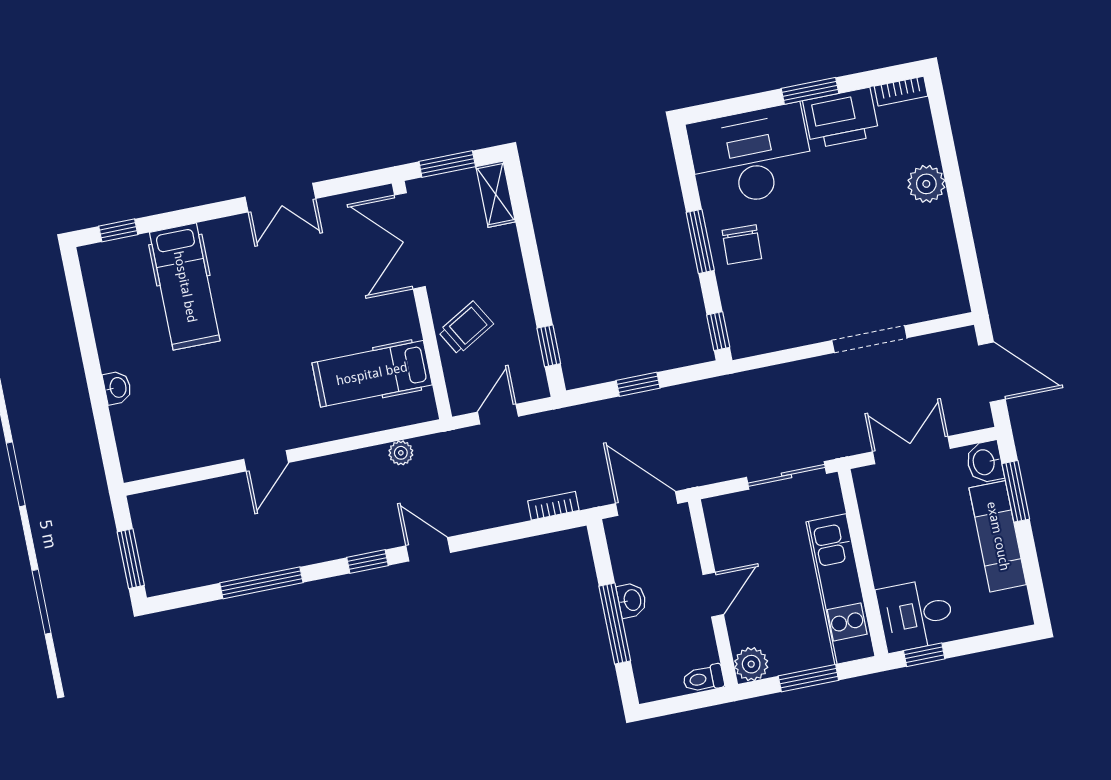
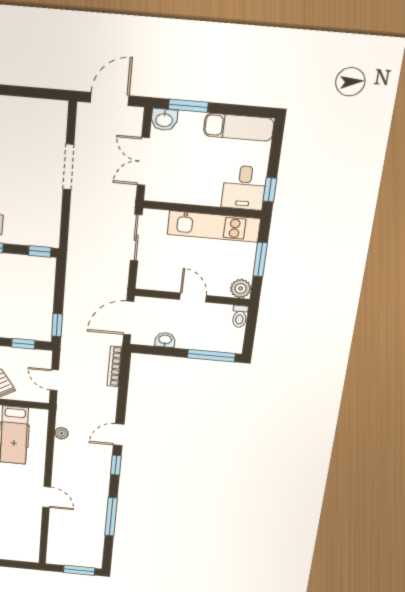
window: (638, 384) -> (57, 325), moved
bookcase: (553, 506) -> (115, 366), width x1.56
exam couch: (998, 536) -> (239, 127), moved
washbasin: (632, 600) -> (165, 340), moved
window: (615, 623) -> (211, 356), moved

